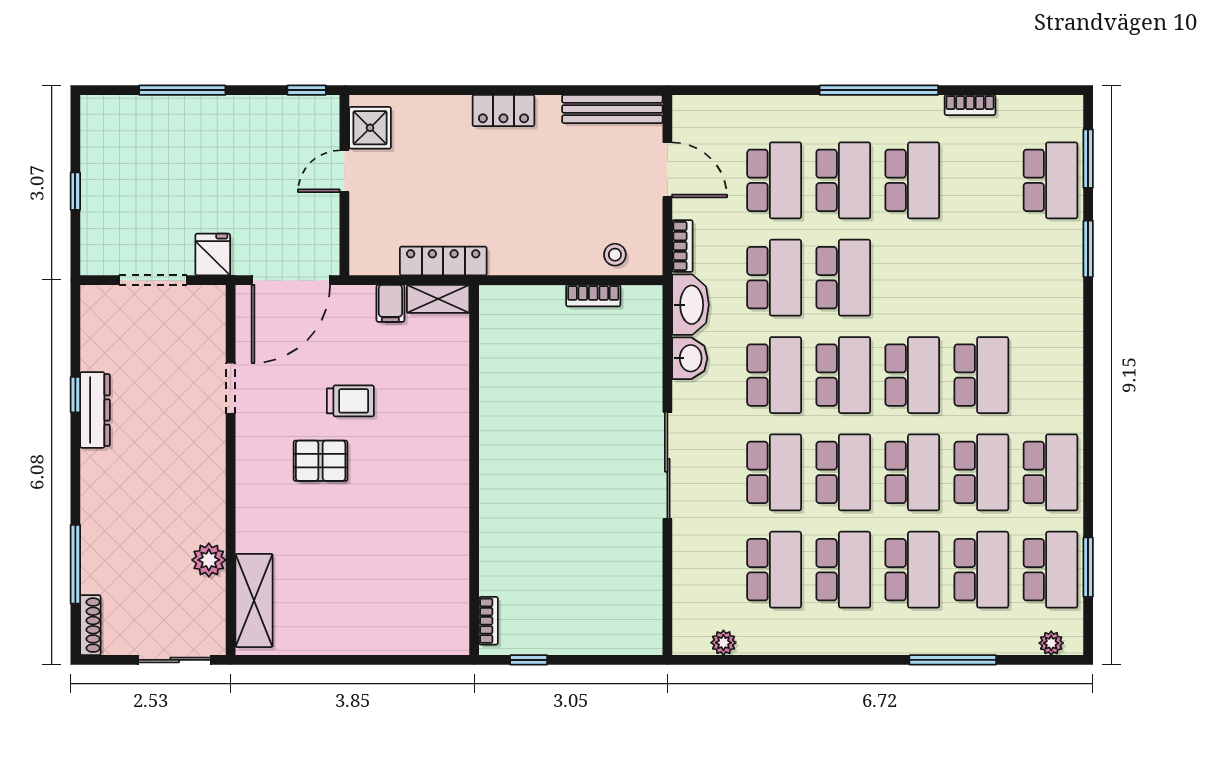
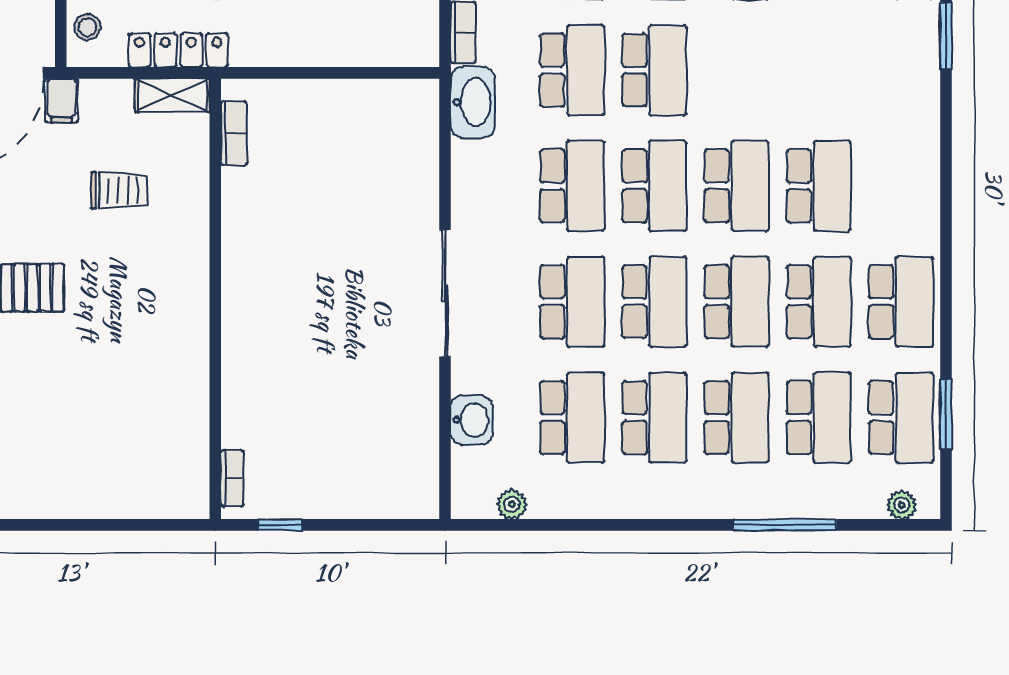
stool: (615, 255) -> (88, 27), moved
bookcase: (593, 296) -> (234, 133), moved, turned -90
filing cabinet: (390, 303) -> (62, 101), moved
washbasin: (690, 358) -> (472, 420), moved
trolley: (350, 401) -> (119, 190), moved

